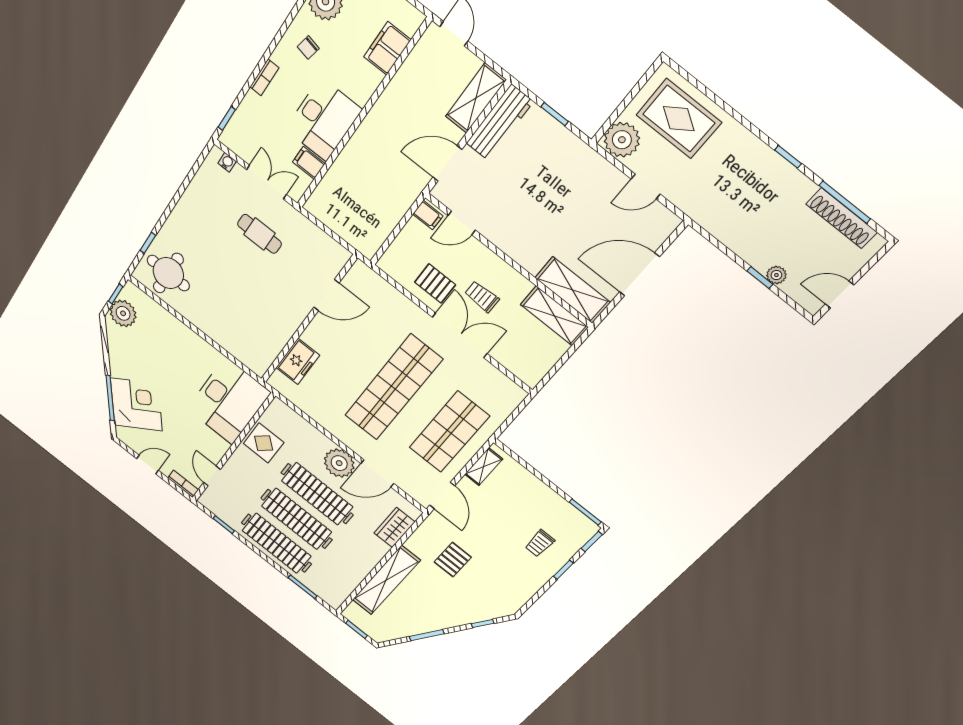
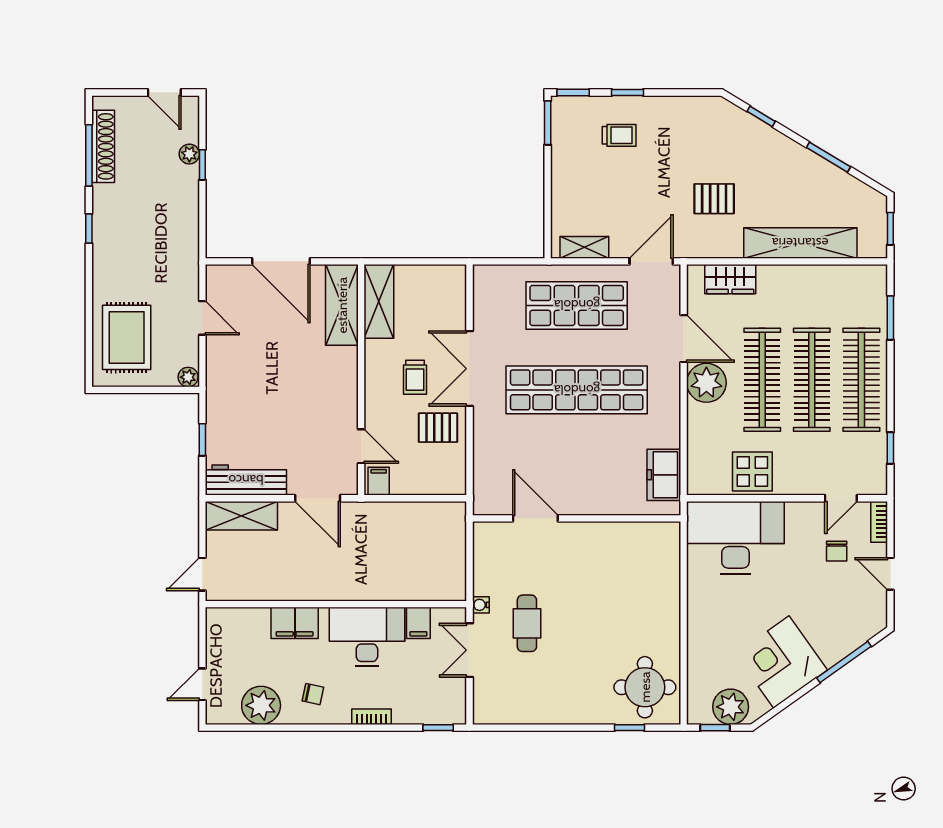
filing cabinet: (387, 48) -> (295, 623), moved
plant: (622, 140) -> (188, 377), width x0.53, depth x0.53
water cooler: (227, 162) -> (481, 605), moved
pallet: (435, 283) -> (438, 428), turned 90
freezer: (298, 361) -> (664, 475), moved, turned -90
corner desk: (136, 405) -> (781, 662), moved
chair: (181, 448) -> (837, 551), added

